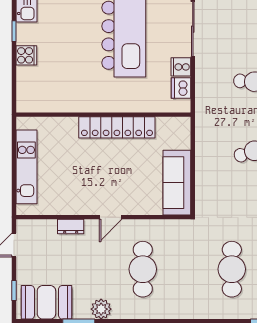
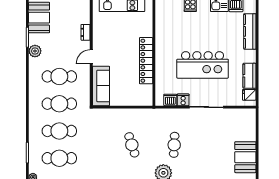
sofa: (177, 183) -> (101, 86), moved, turned 90
door: (111, 217) -> (91, 57), hinge flipped
cafe table: (187, 269) -> (59, 104), added

